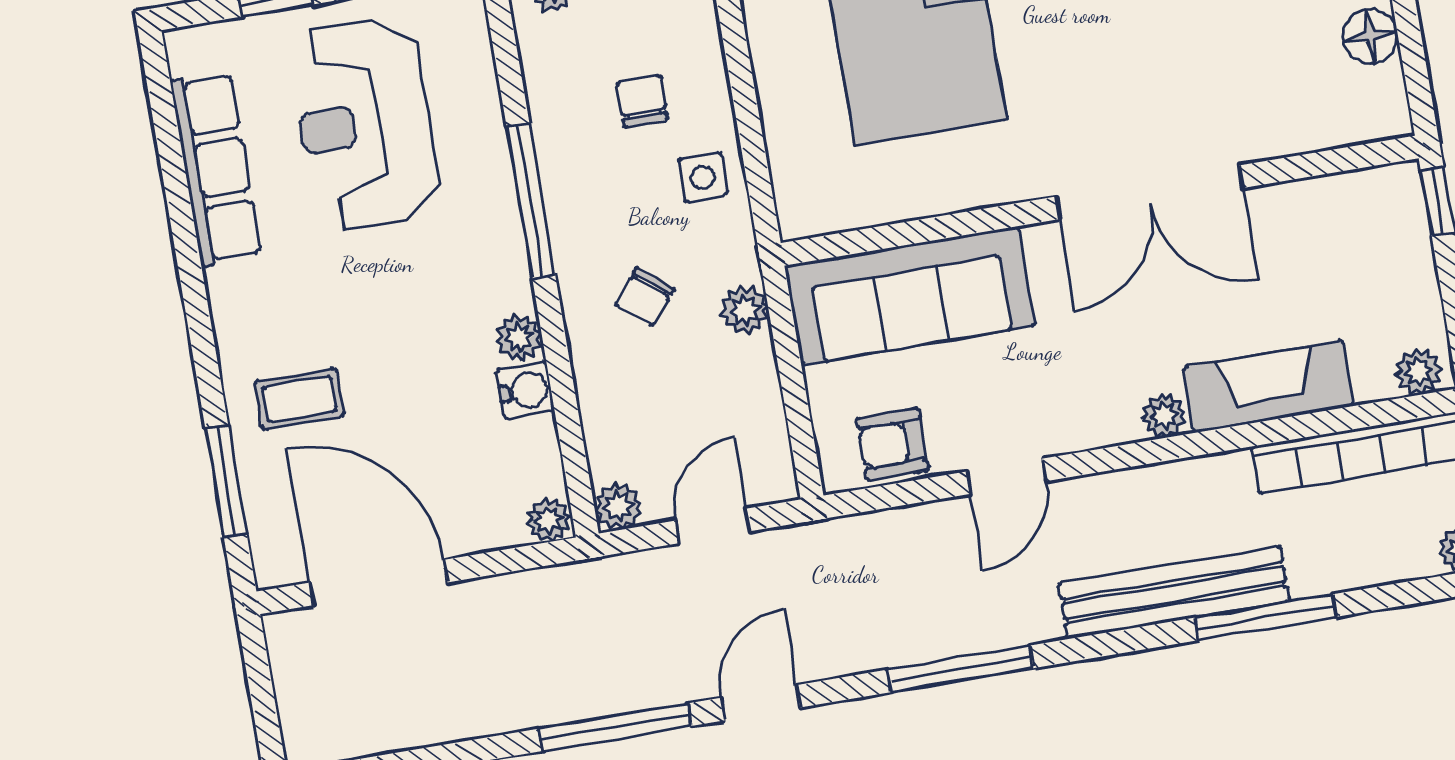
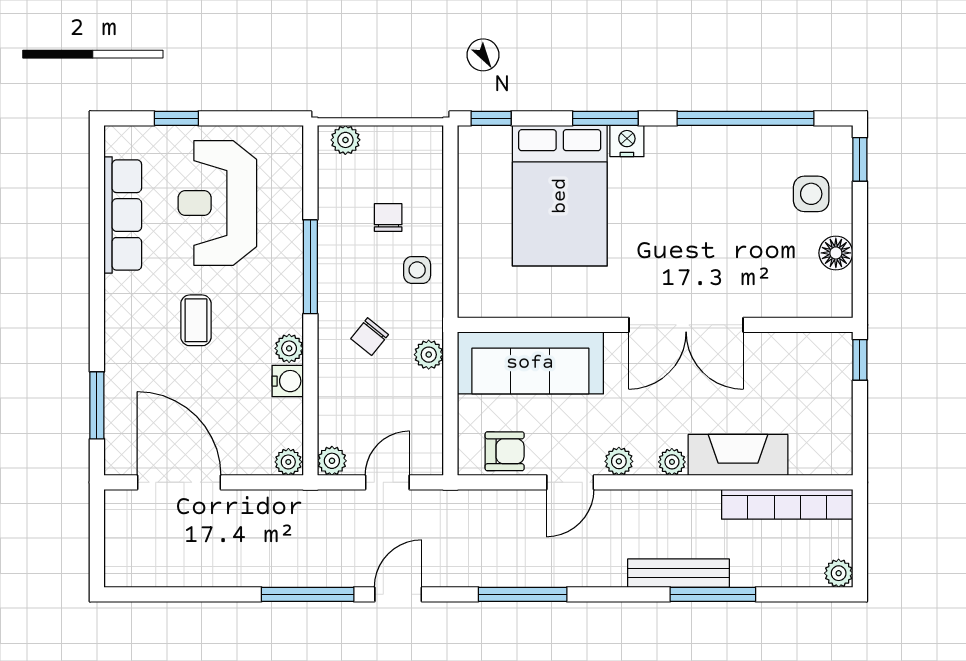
plant: (1418, 372) -> (619, 461), moved
coffee table: (299, 399) -> (196, 320), moved, turned 90
armchair: (893, 444) -> (505, 451), turned 180
bench: (1174, 593) -> (679, 573), width x0.73, depth x0.82

